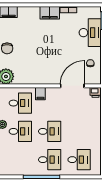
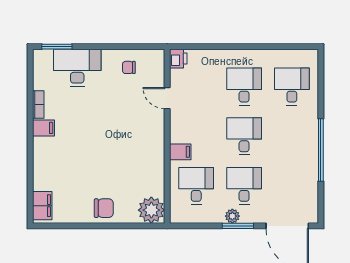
filing cabinet: (50, 13) -> (44, 128), width x0.50
door: (72, 86) -> (167, 98), width x0.53
desk: (50, 160) -> (244, 87), moved

